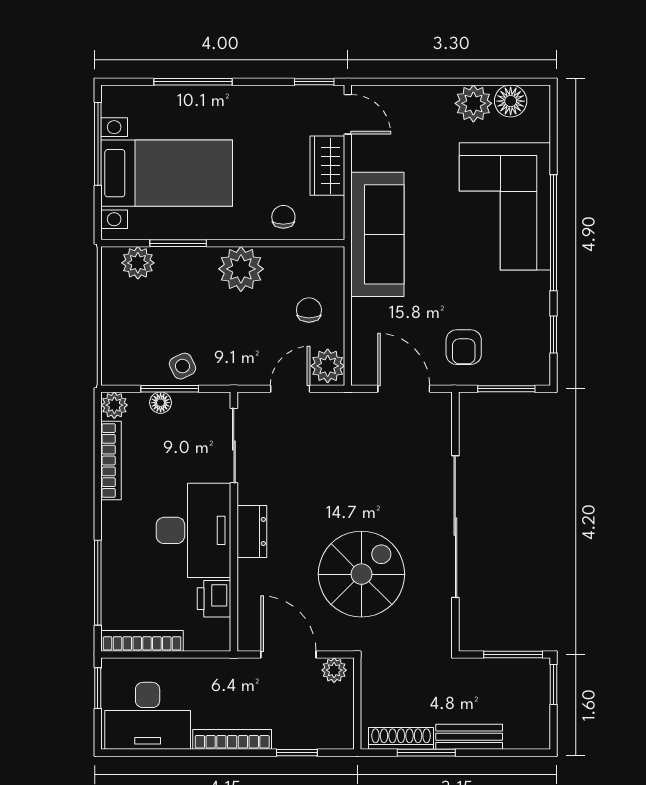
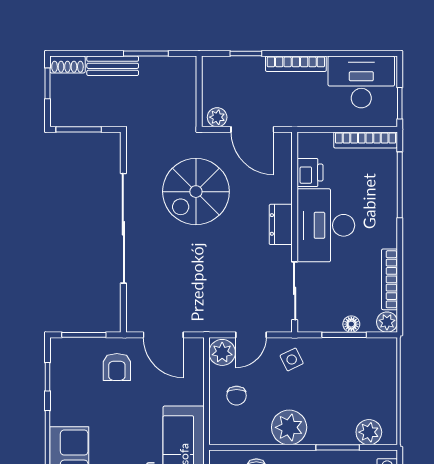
armchair: (464, 347) -> (117, 367), turned 180
side table: (182, 366) -> (292, 359), moved
window: (553, 685) -> (47, 83), moved
shoe rack: (401, 738) -> (67, 64), moved, width x0.70

